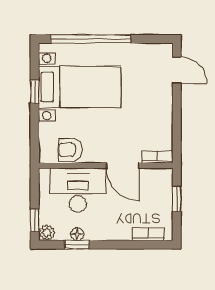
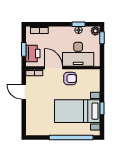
door: (177, 70) -> (24, 92), moved
armchair: (70, 150) -> (70, 79), moved
printer: (160, 192) -> (33, 53), added

